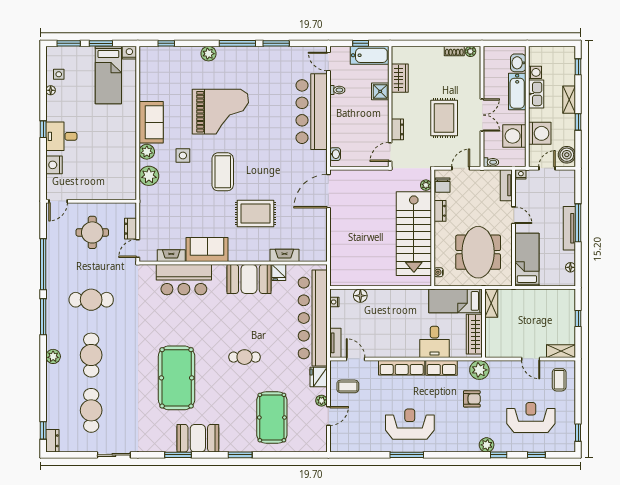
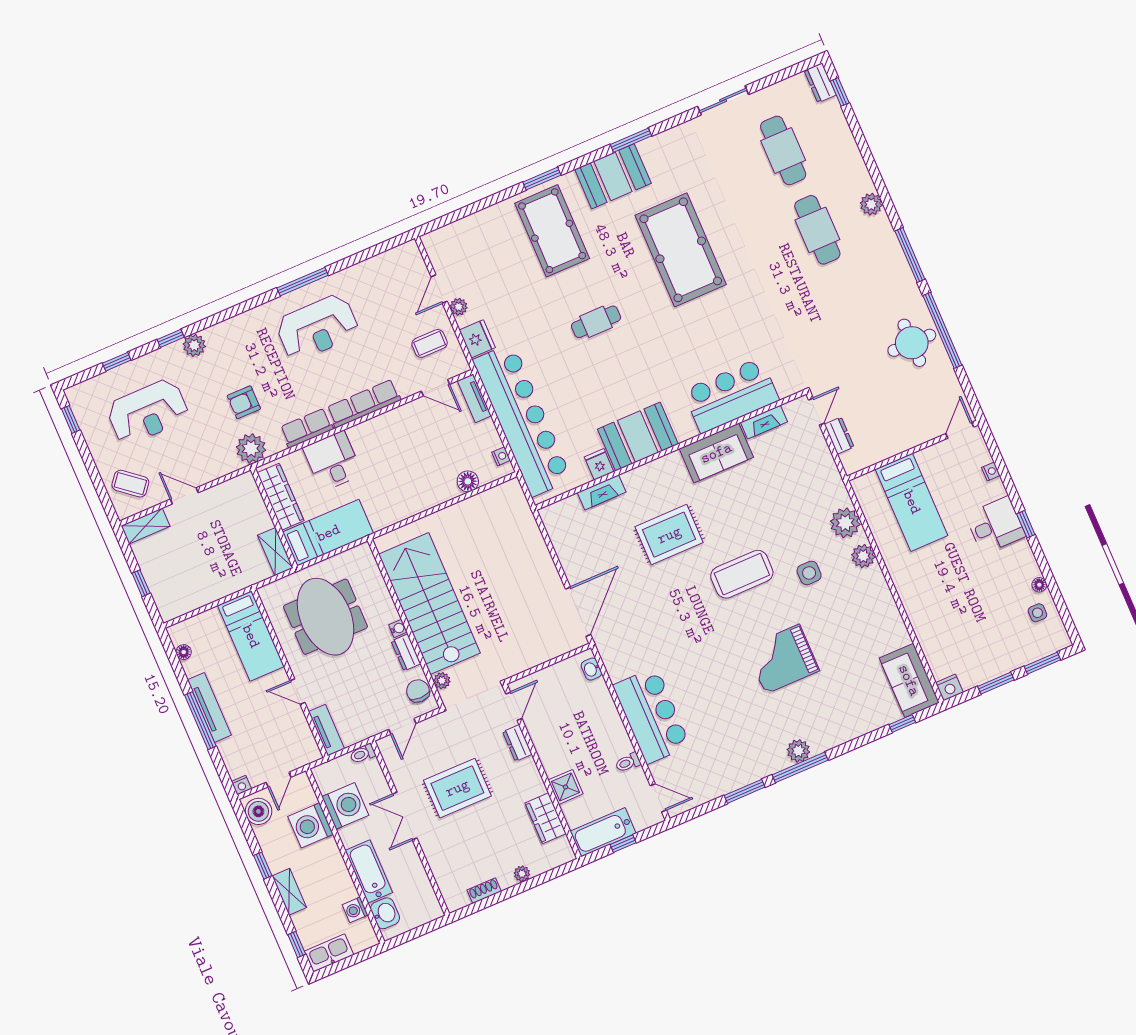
plant: (470, 51) -> (522, 874), moved
plant: (209, 54) -> (798, 751), moved
bed: (108, 75) -> (912, 502), moved, turned 180
kitchen sink: (536, 94) -> (329, 953), moved, turned 90
grand piano: (220, 112) -> (782, 659), width x0.73, depth x0.68
bar counter: (312, 112) -> (651, 716), width x0.73
rug: (444, 118) -> (457, 788), turned 90
sofa: (151, 122) -> (909, 680), moved
nightstand: (54, 165) -> (991, 471), width x0.53, depth x0.56
coffee table: (223, 172) -> (742, 574), turned 90
nightstand: (521, 174) -> (241, 785), moved
round table: (92, 232) -> (912, 343), moved
water cooler: (439, 272) -> (398, 628), moved
cafe table: (91, 300) -> (852, 309), removed
coffee table: (559, 380) -> (130, 484), turned -51
pool table: (272, 418) -> (552, 231), moved

